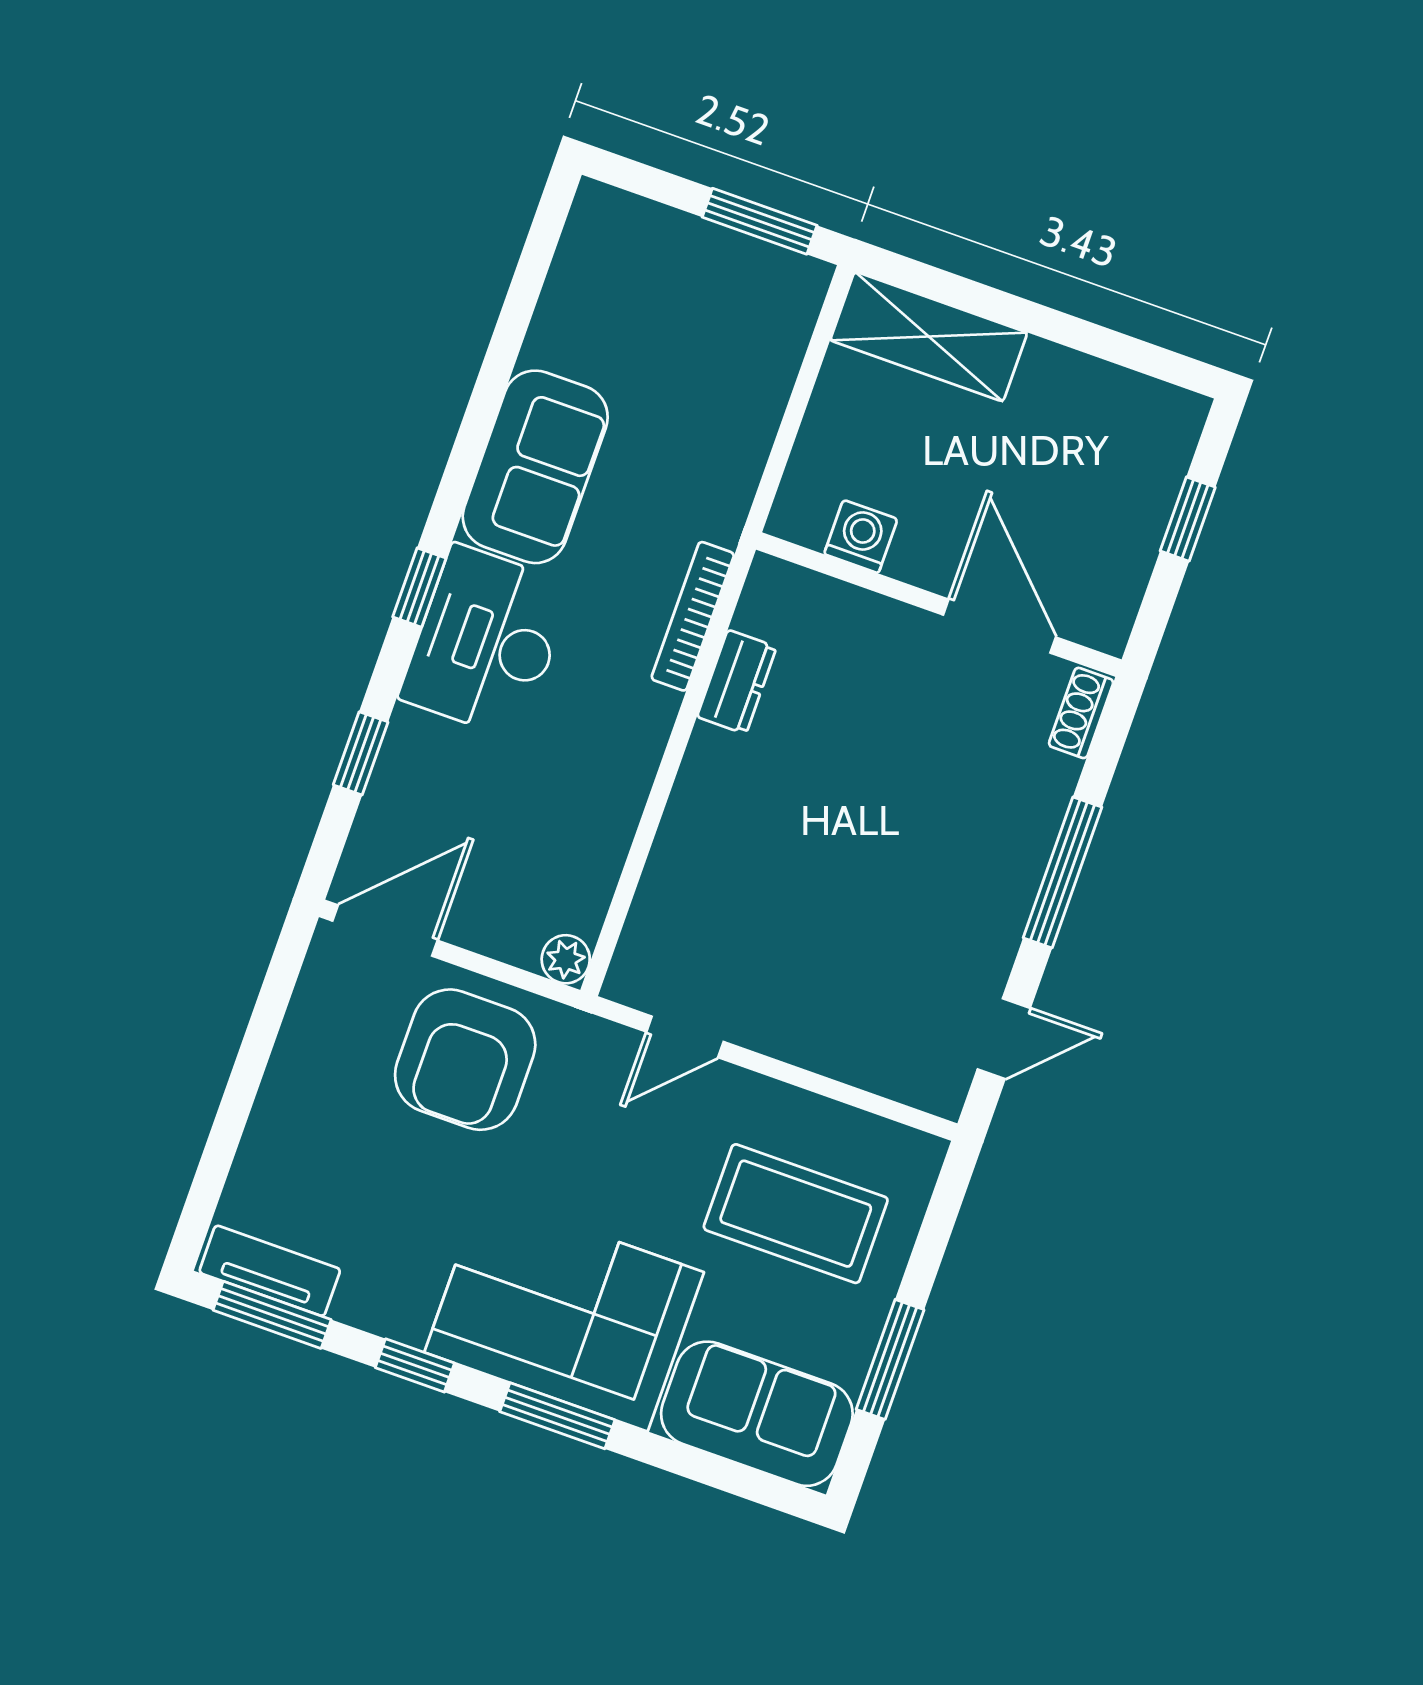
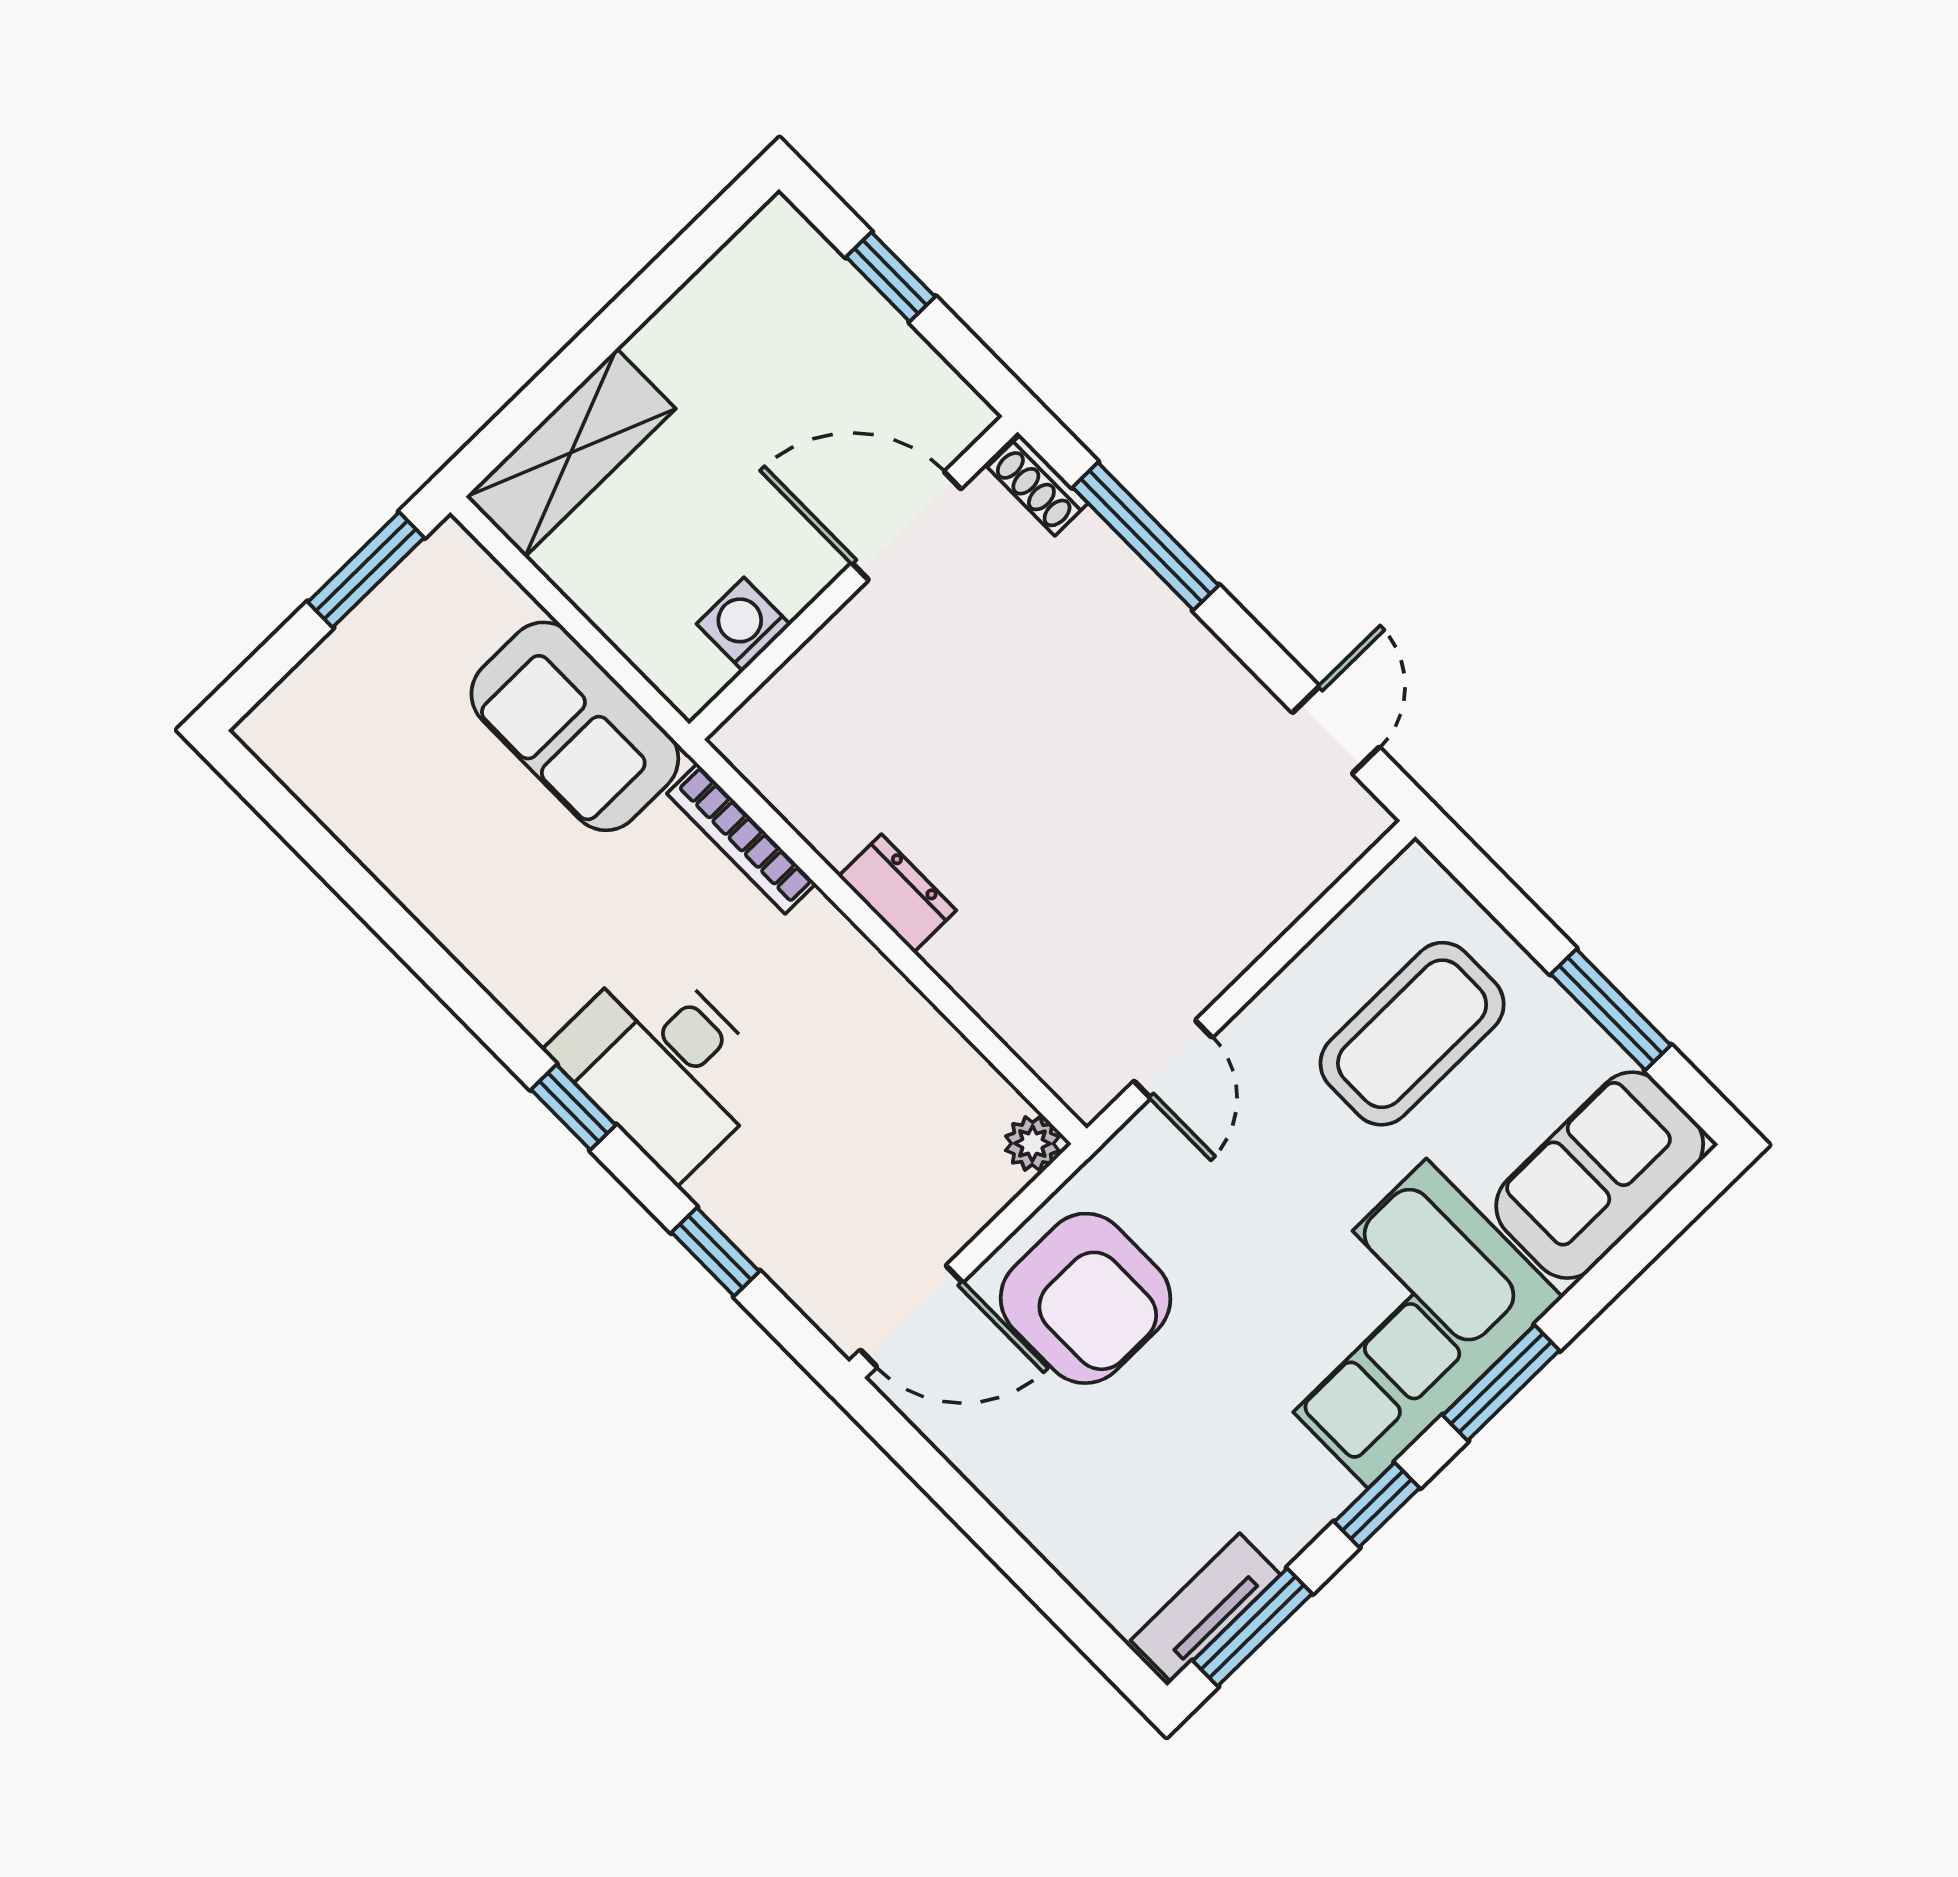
sofa: (535, 467) -> (575, 726), moved, turned 180
dresser: (737, 682) -> (897, 893), moved
window: (1063, 872) -> (1146, 536), moved
door: (385, 931) -> (911, 1316), swing flipped

